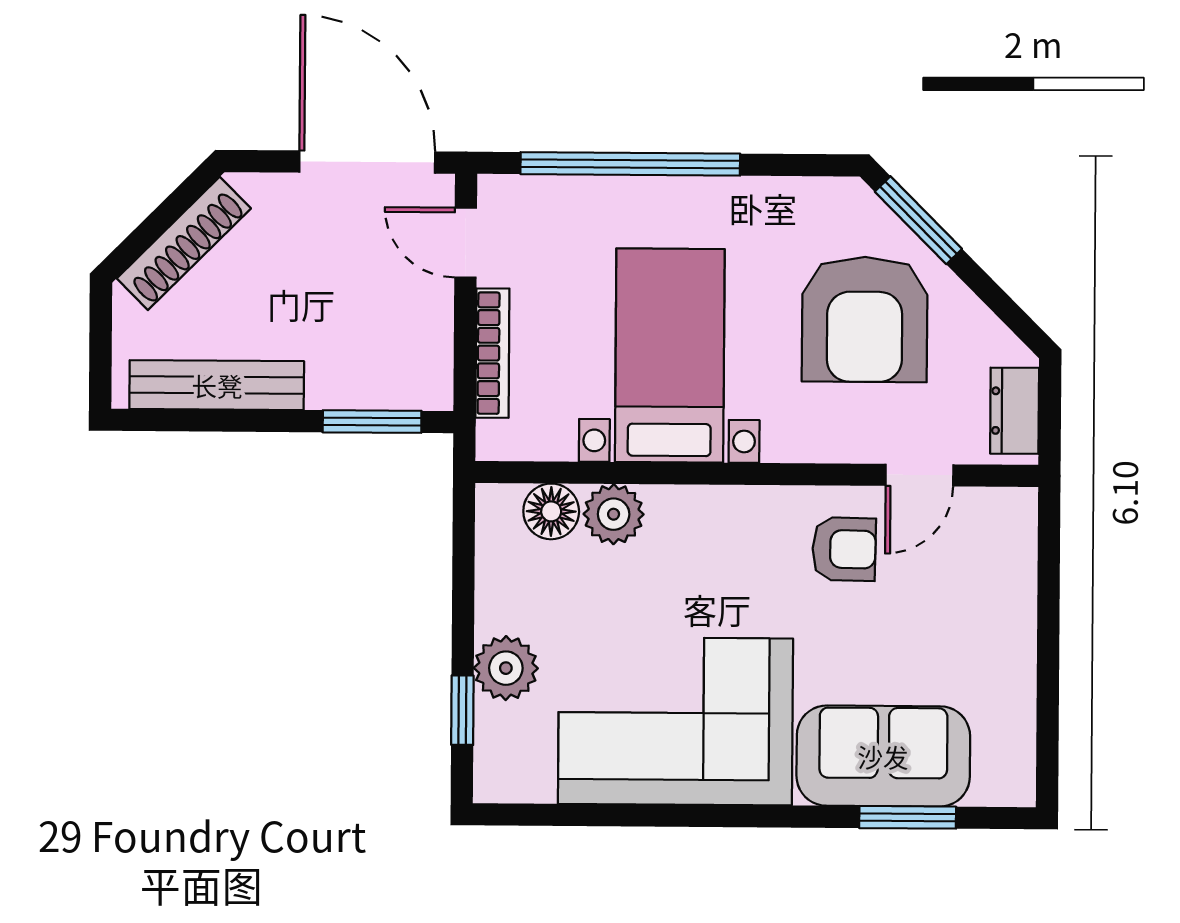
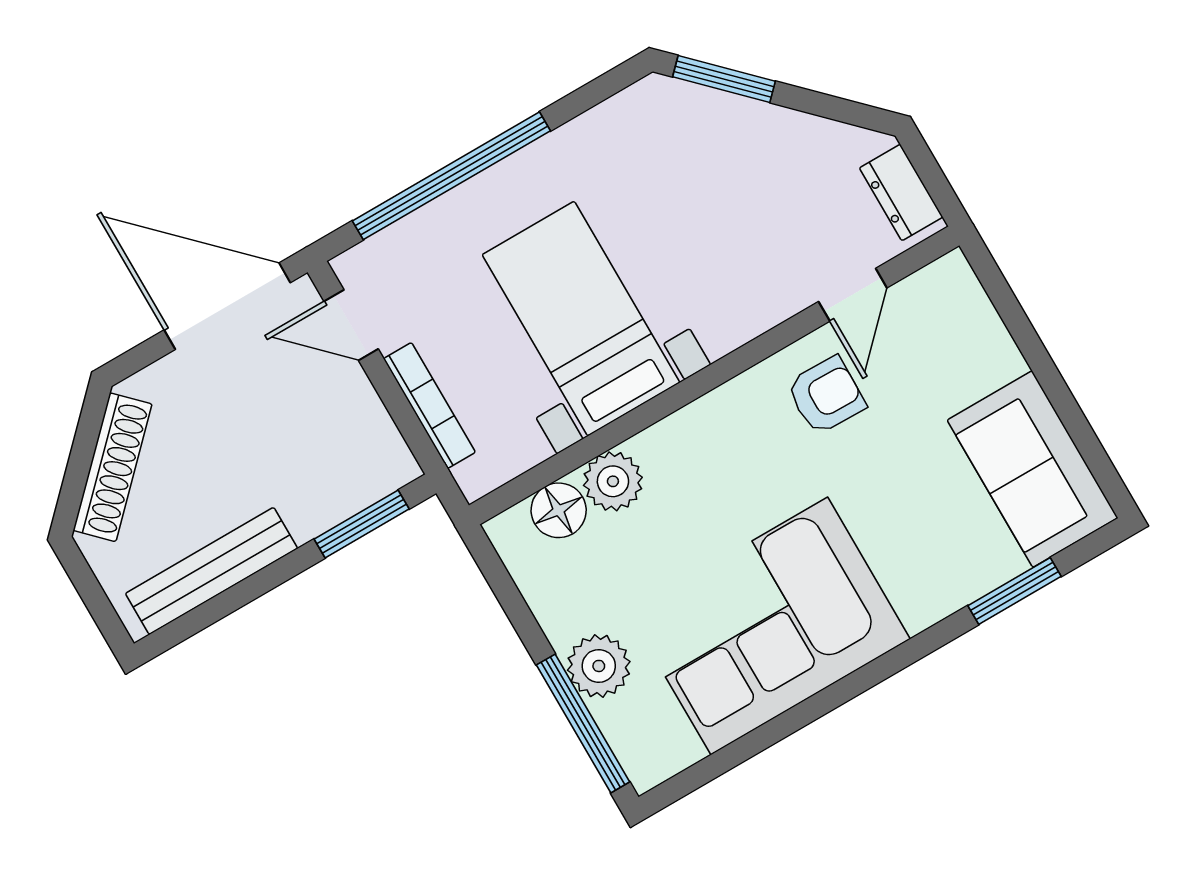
armchair: (865, 319) -> (728, 190), removed
window: (462, 710) -> (583, 723), width x2.17
sofa: (883, 756) -> (1033, 469), moved, turned -90

